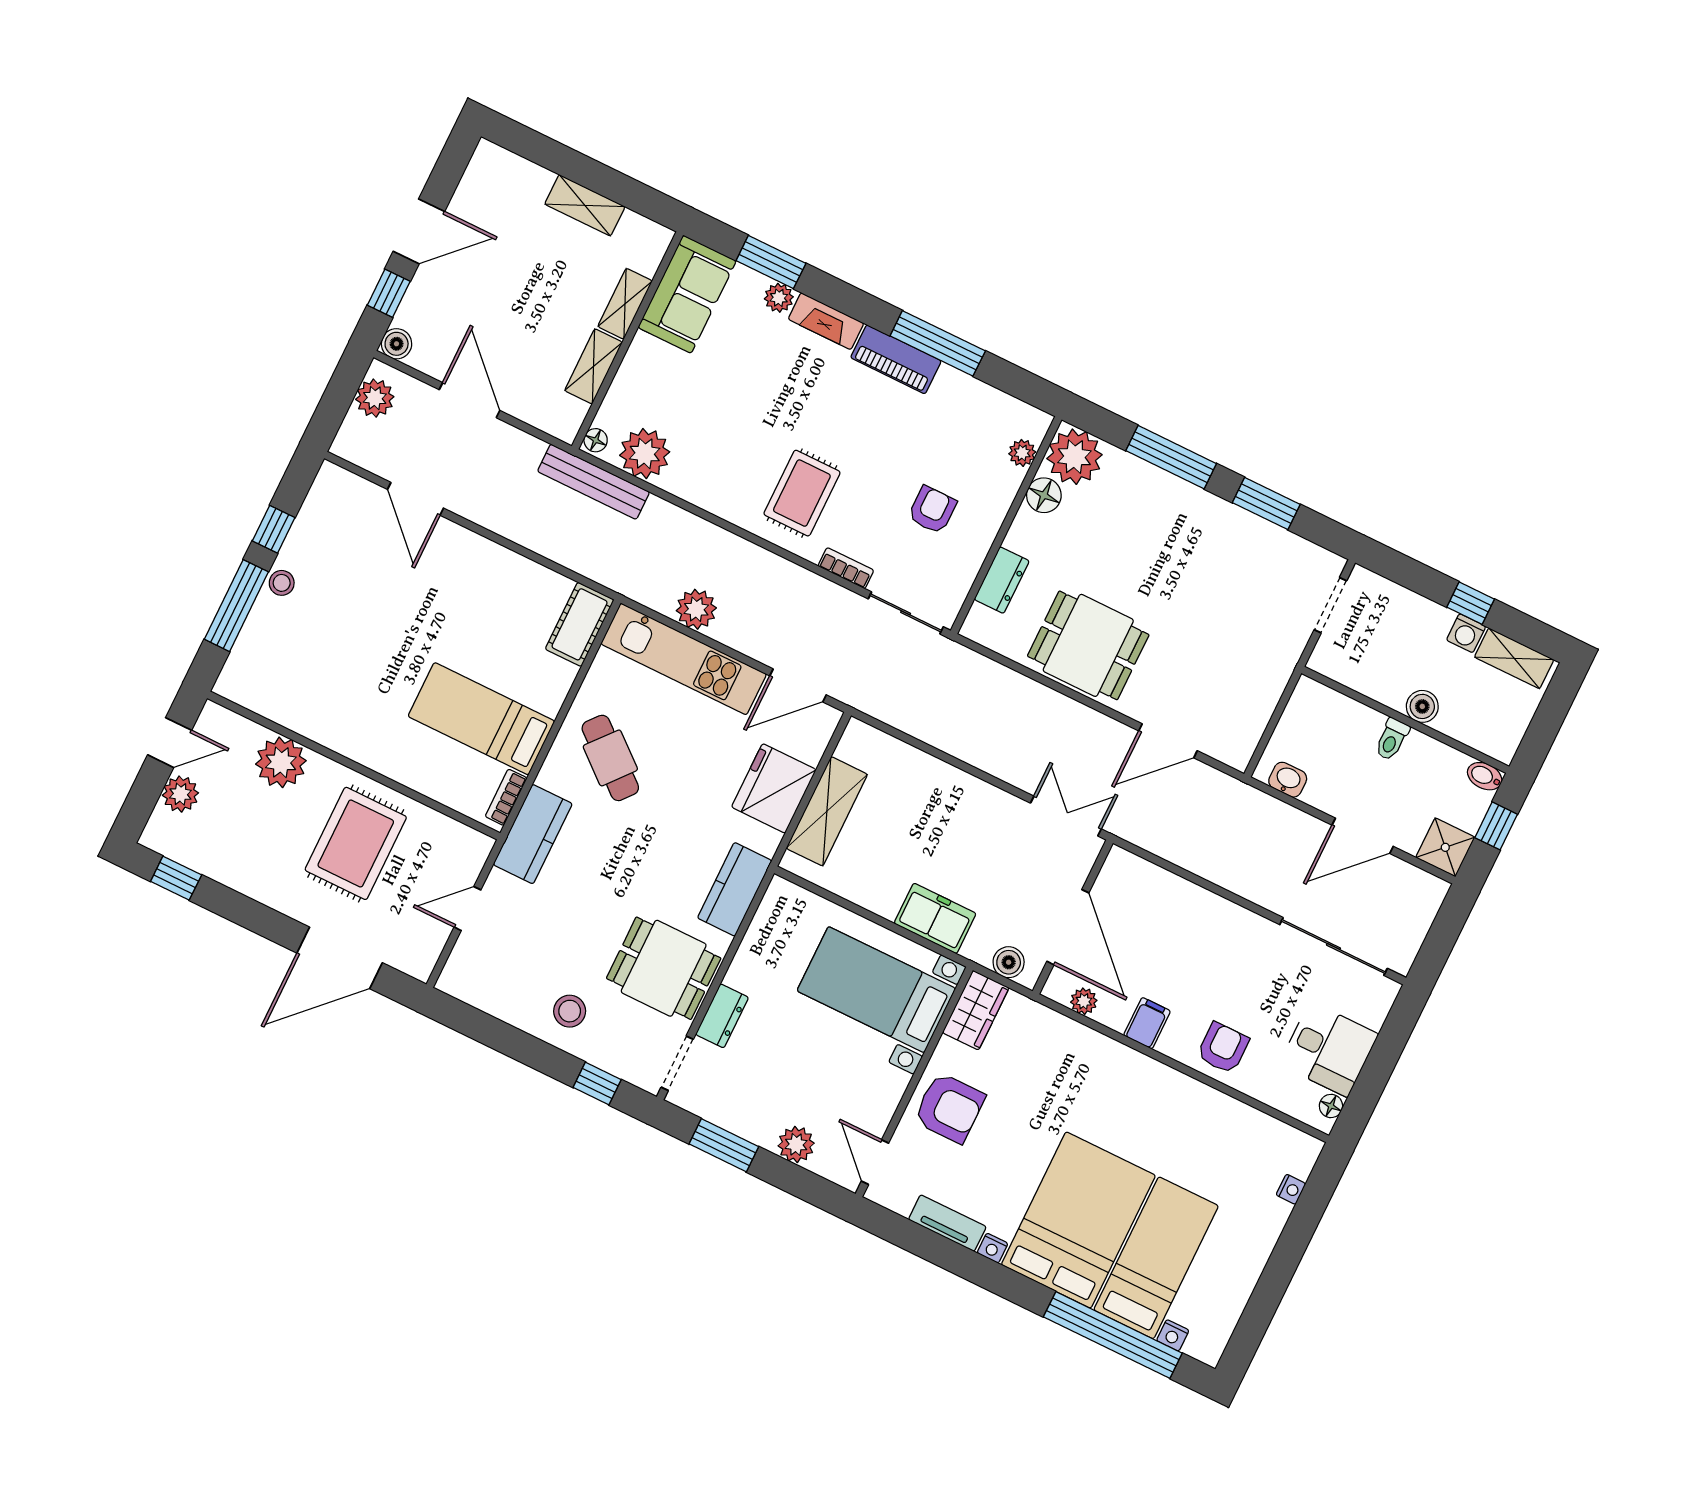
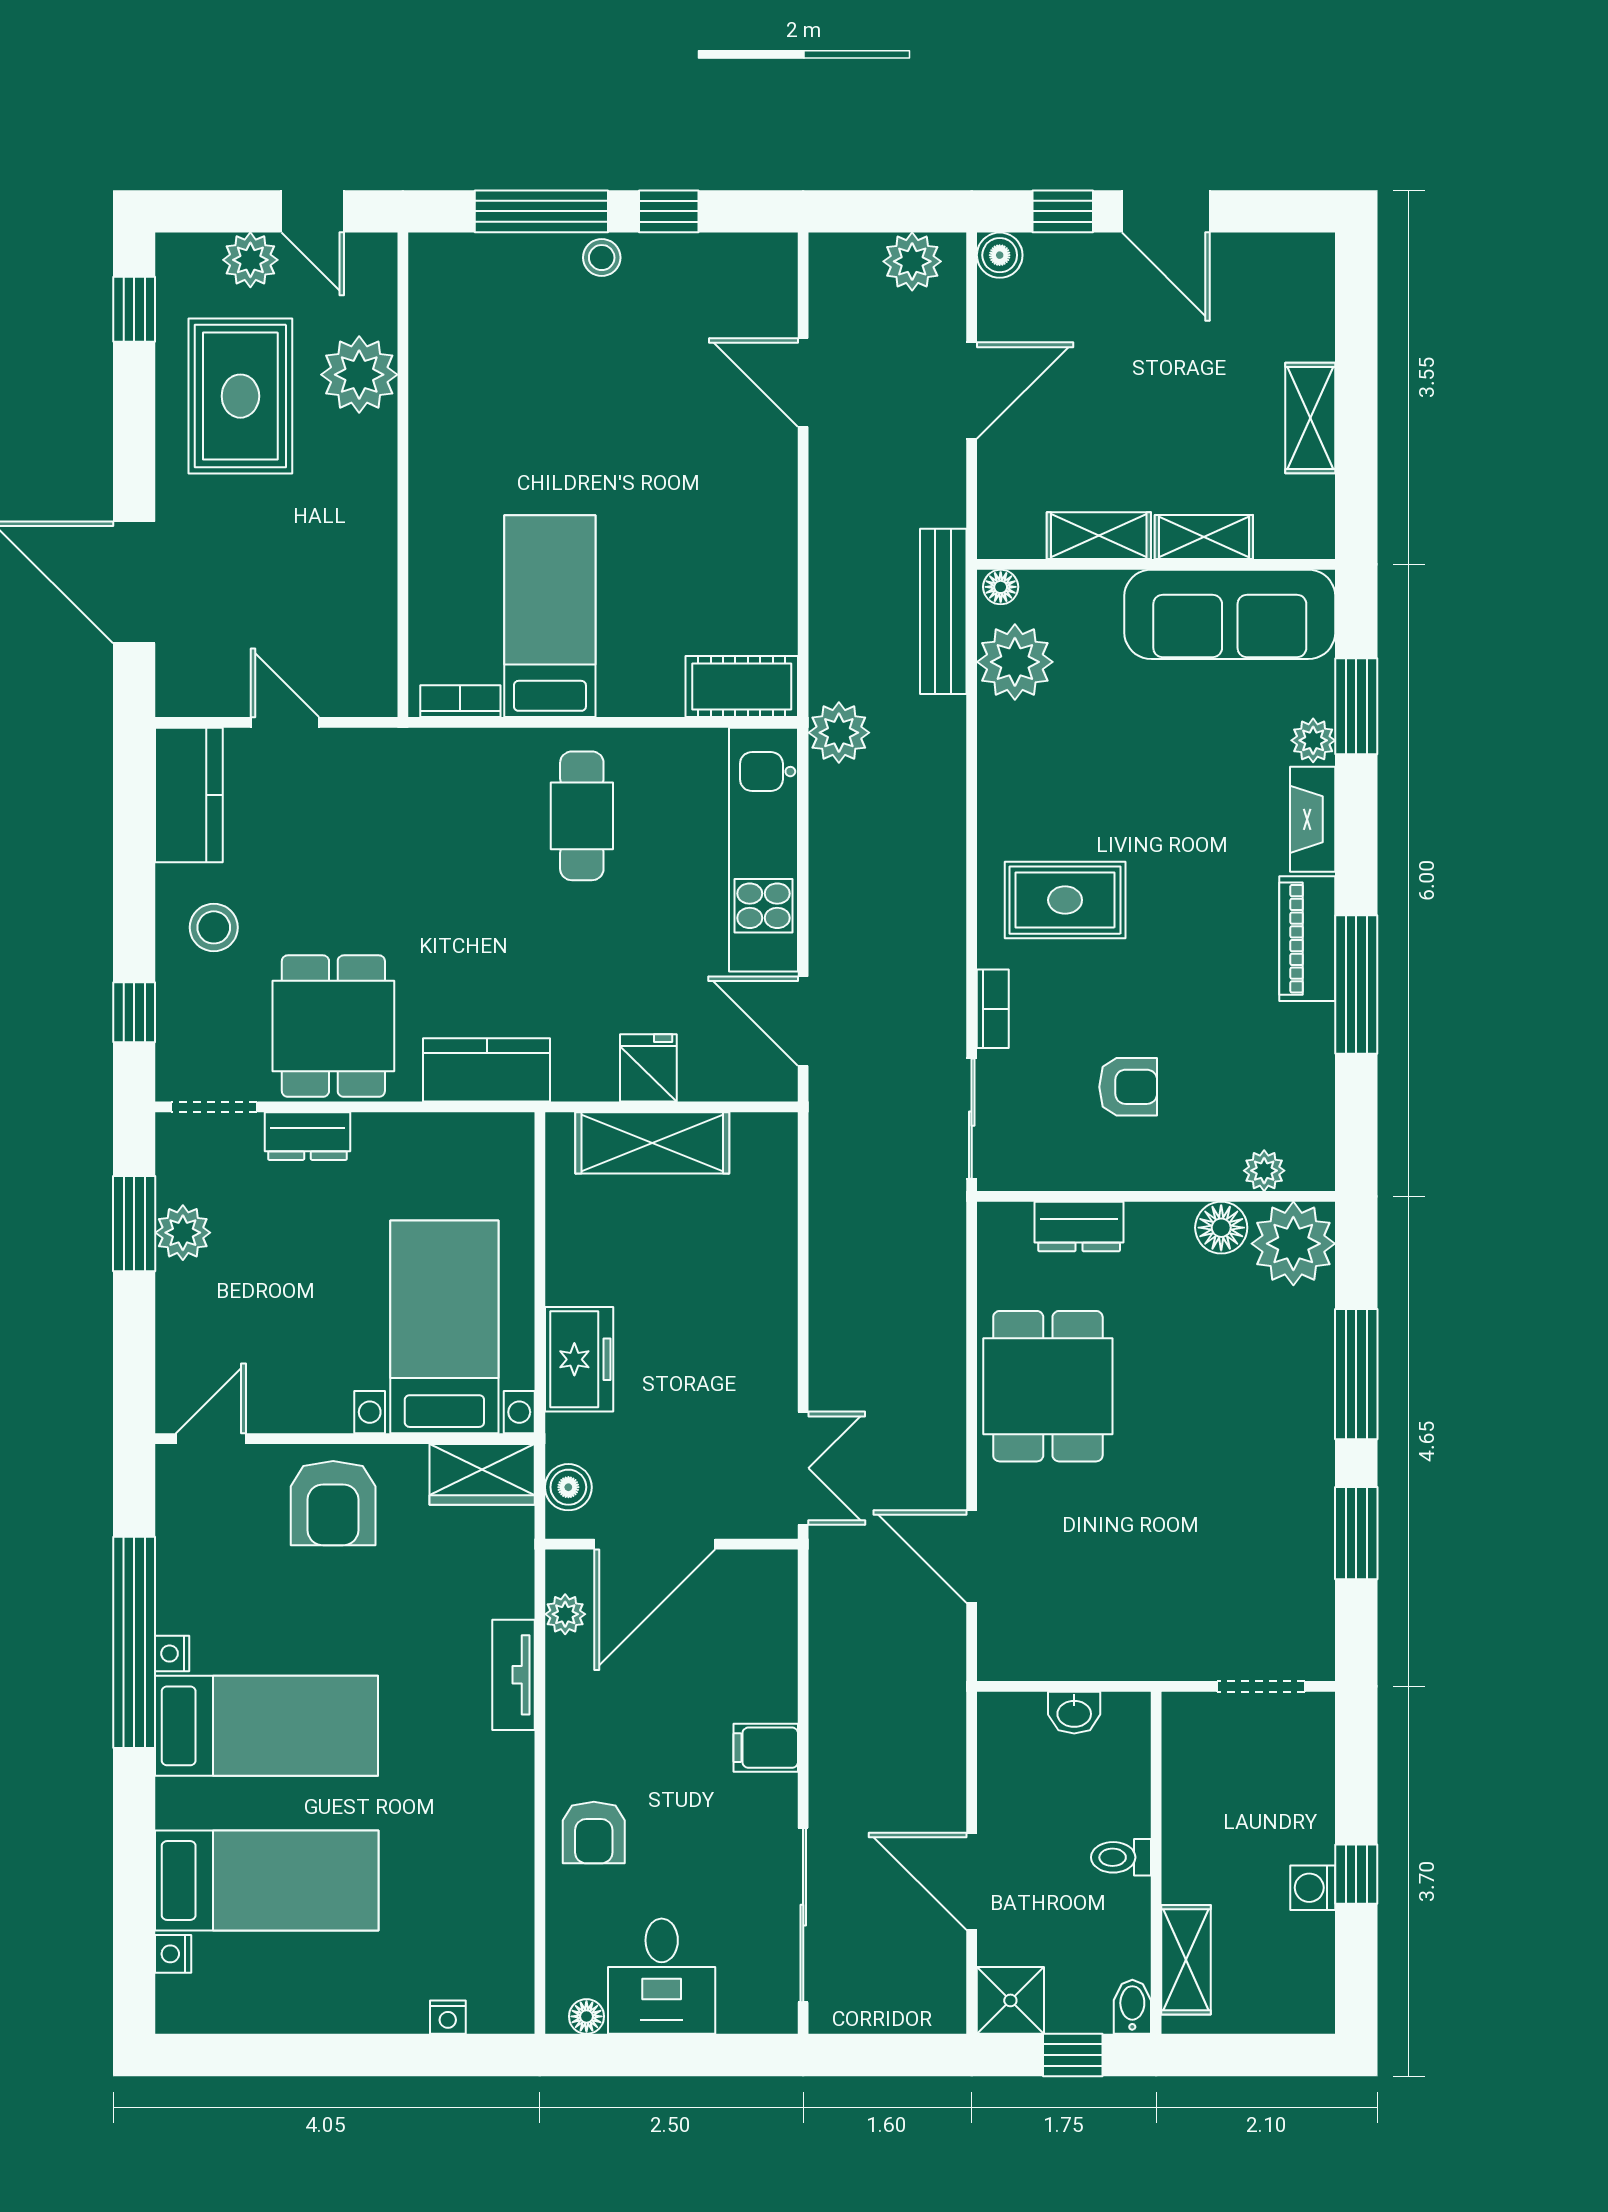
sofa: (687, 294) -> (1230, 614), width x1.36
door: (415, 499) -> (803, 383), hinge flipped
plant: (696, 609) -> (839, 733), moved
shelving: (1514, 658) -> (1186, 1960), moved
boiler: (1422, 706) -> (1185, 1877), removed
cafe table: (610, 758) -> (582, 816), turned -40
washbasin: (1288, 780) -> (1074, 1713), moved, turned 90
fridge: (774, 788) -> (648, 1068), width x0.53, depth x0.75
kitchen counter: (533, 834) -> (189, 795), moved, turned -90
rug: (356, 843) -> (240, 396), moved, turned 90
filing cabinet: (1147, 1023) -> (766, 1748), moved, turned 180
armchair: (1223, 1048) -> (594, 1833), turned 90
plant: (796, 1144) -> (183, 1233), moved
bed: (1078, 1220) -> (267, 1726), width x0.67
tv unit: (947, 1223) -> (513, 1675), moved, turned 180
window: (1113, 1335) -> (134, 1642), moved

